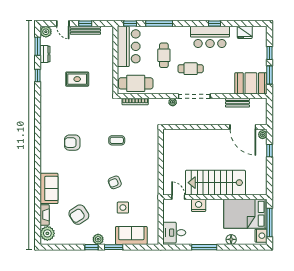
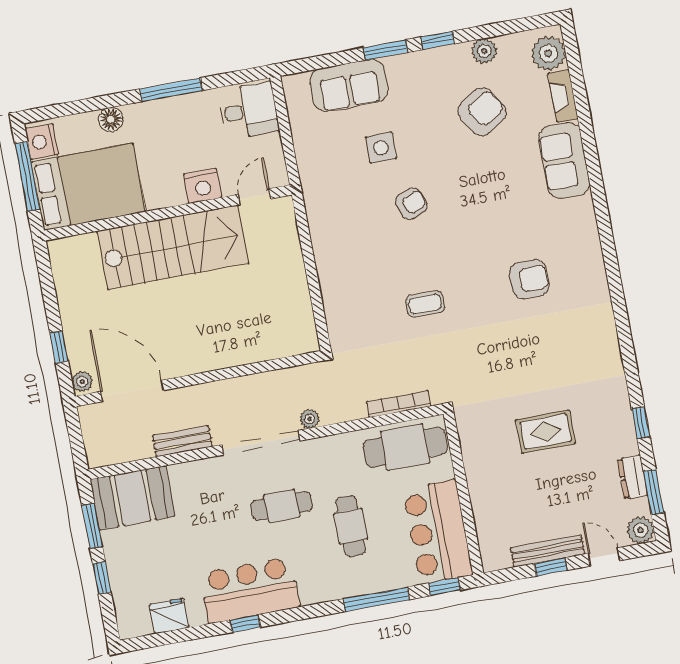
bench: (237, 103) -> (182, 441), moved
door: (178, 197) -> (255, 197), swing flipped
plant: (98, 239) -> (484, 51), moved

